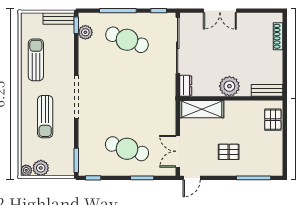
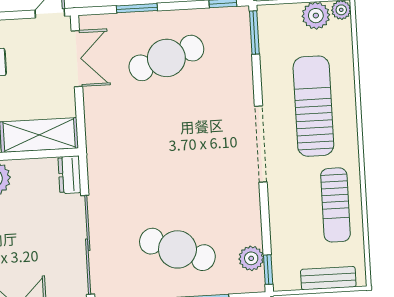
bench: (59, 19) -> (328, 278), moved
sun lounger: (45, 117) -> (313, 106), width x1.36, depth x1.34
cafe table: (127, 149) -> (166, 58), turned -36

